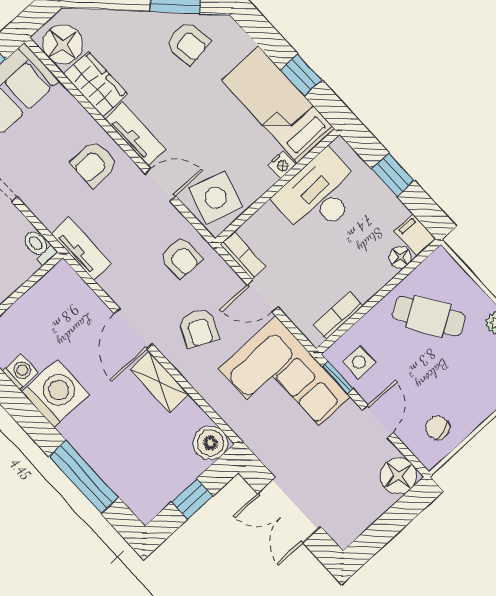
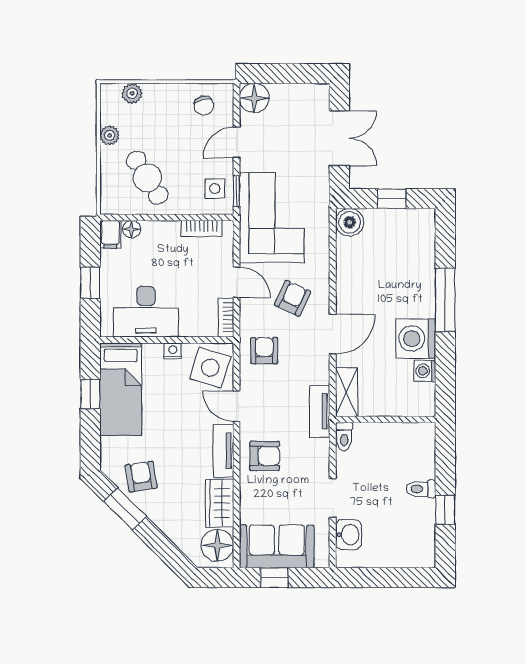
nightstand: (282, 165) -> (173, 351), moved
shelving: (159, 382) -> (346, 392), moved
window: (84, 477) -> (445, 300), moved

